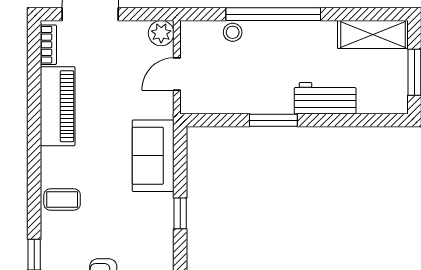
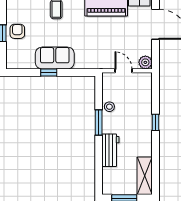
window: (273, 14) -> (156, 122), width x0.32
stool: (233, 32) -> (109, 107), moved
sofa: (153, 156) -> (55, 58), moved

